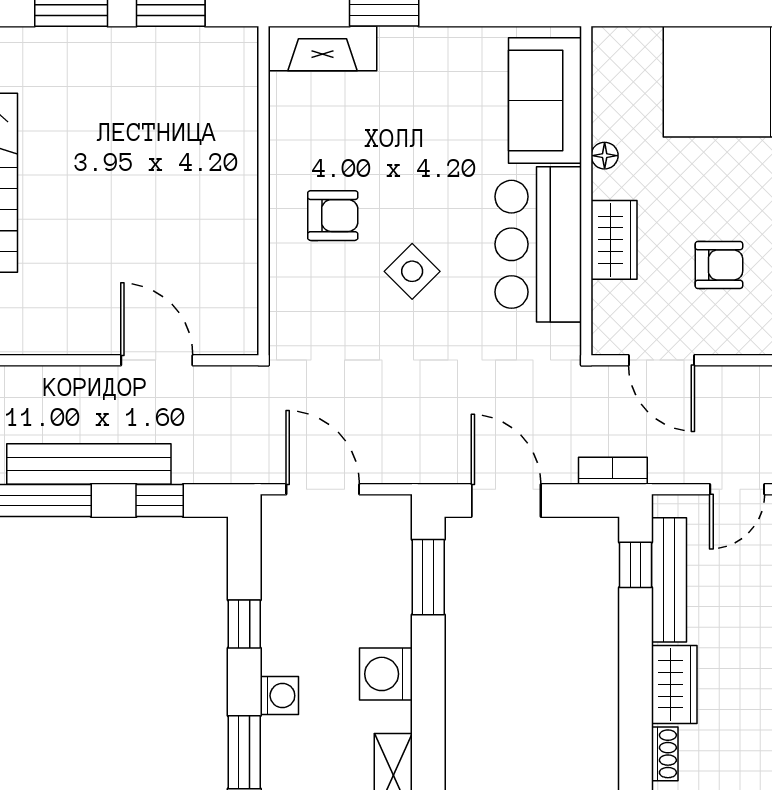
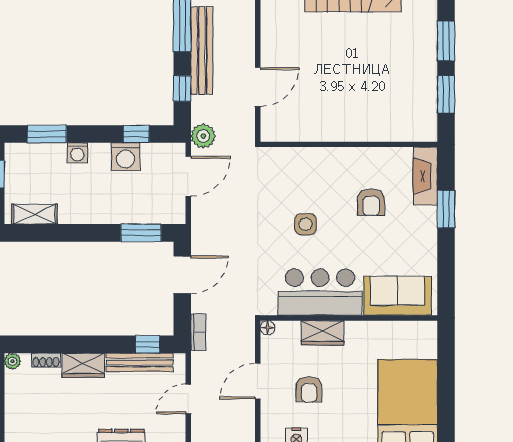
floor lamp: (605, 156) -> (268, 328), moved
armchair: (333, 216) -> (371, 202), moved
side table: (412, 271) -> (306, 224), turned 45
door: (662, 360) -> (258, 381), moved
plant: (248, 461) -> (203, 136), added
door: (737, 489) -> (188, 399), hinge flipped
window: (244, 624) -> (136, 134), moved
washing machine: (386, 674) -> (126, 157), moved, turned 180

